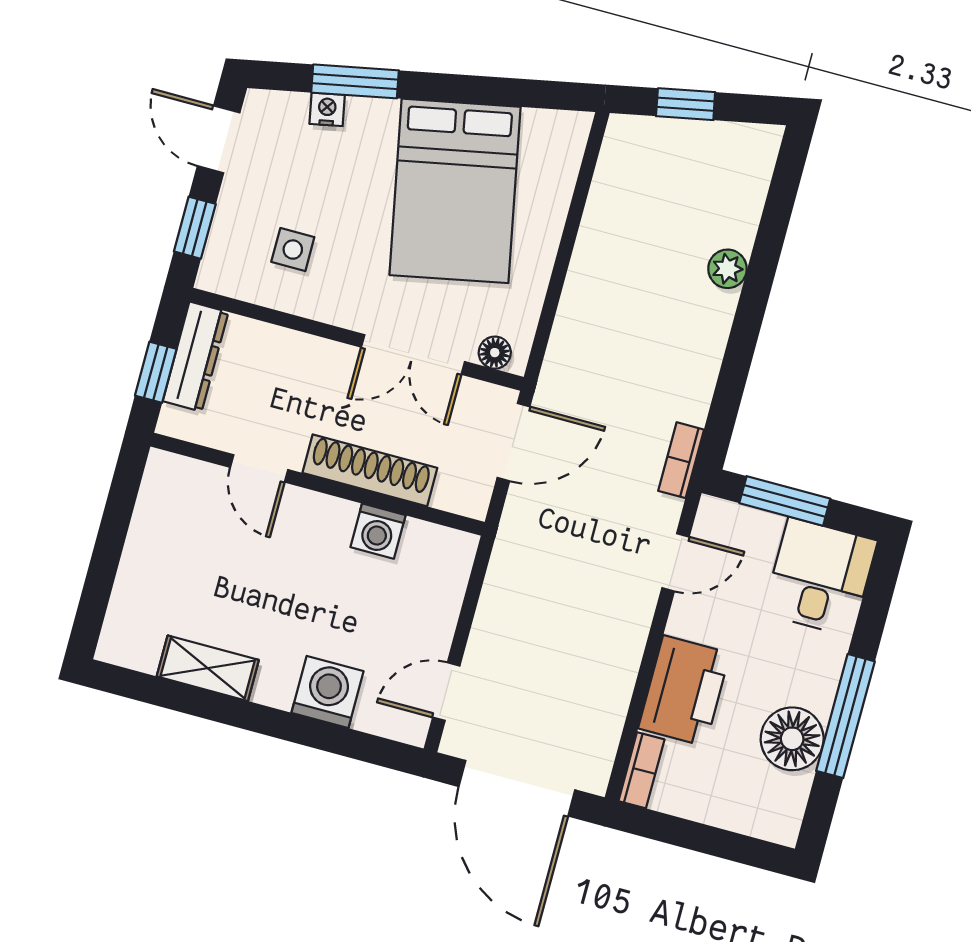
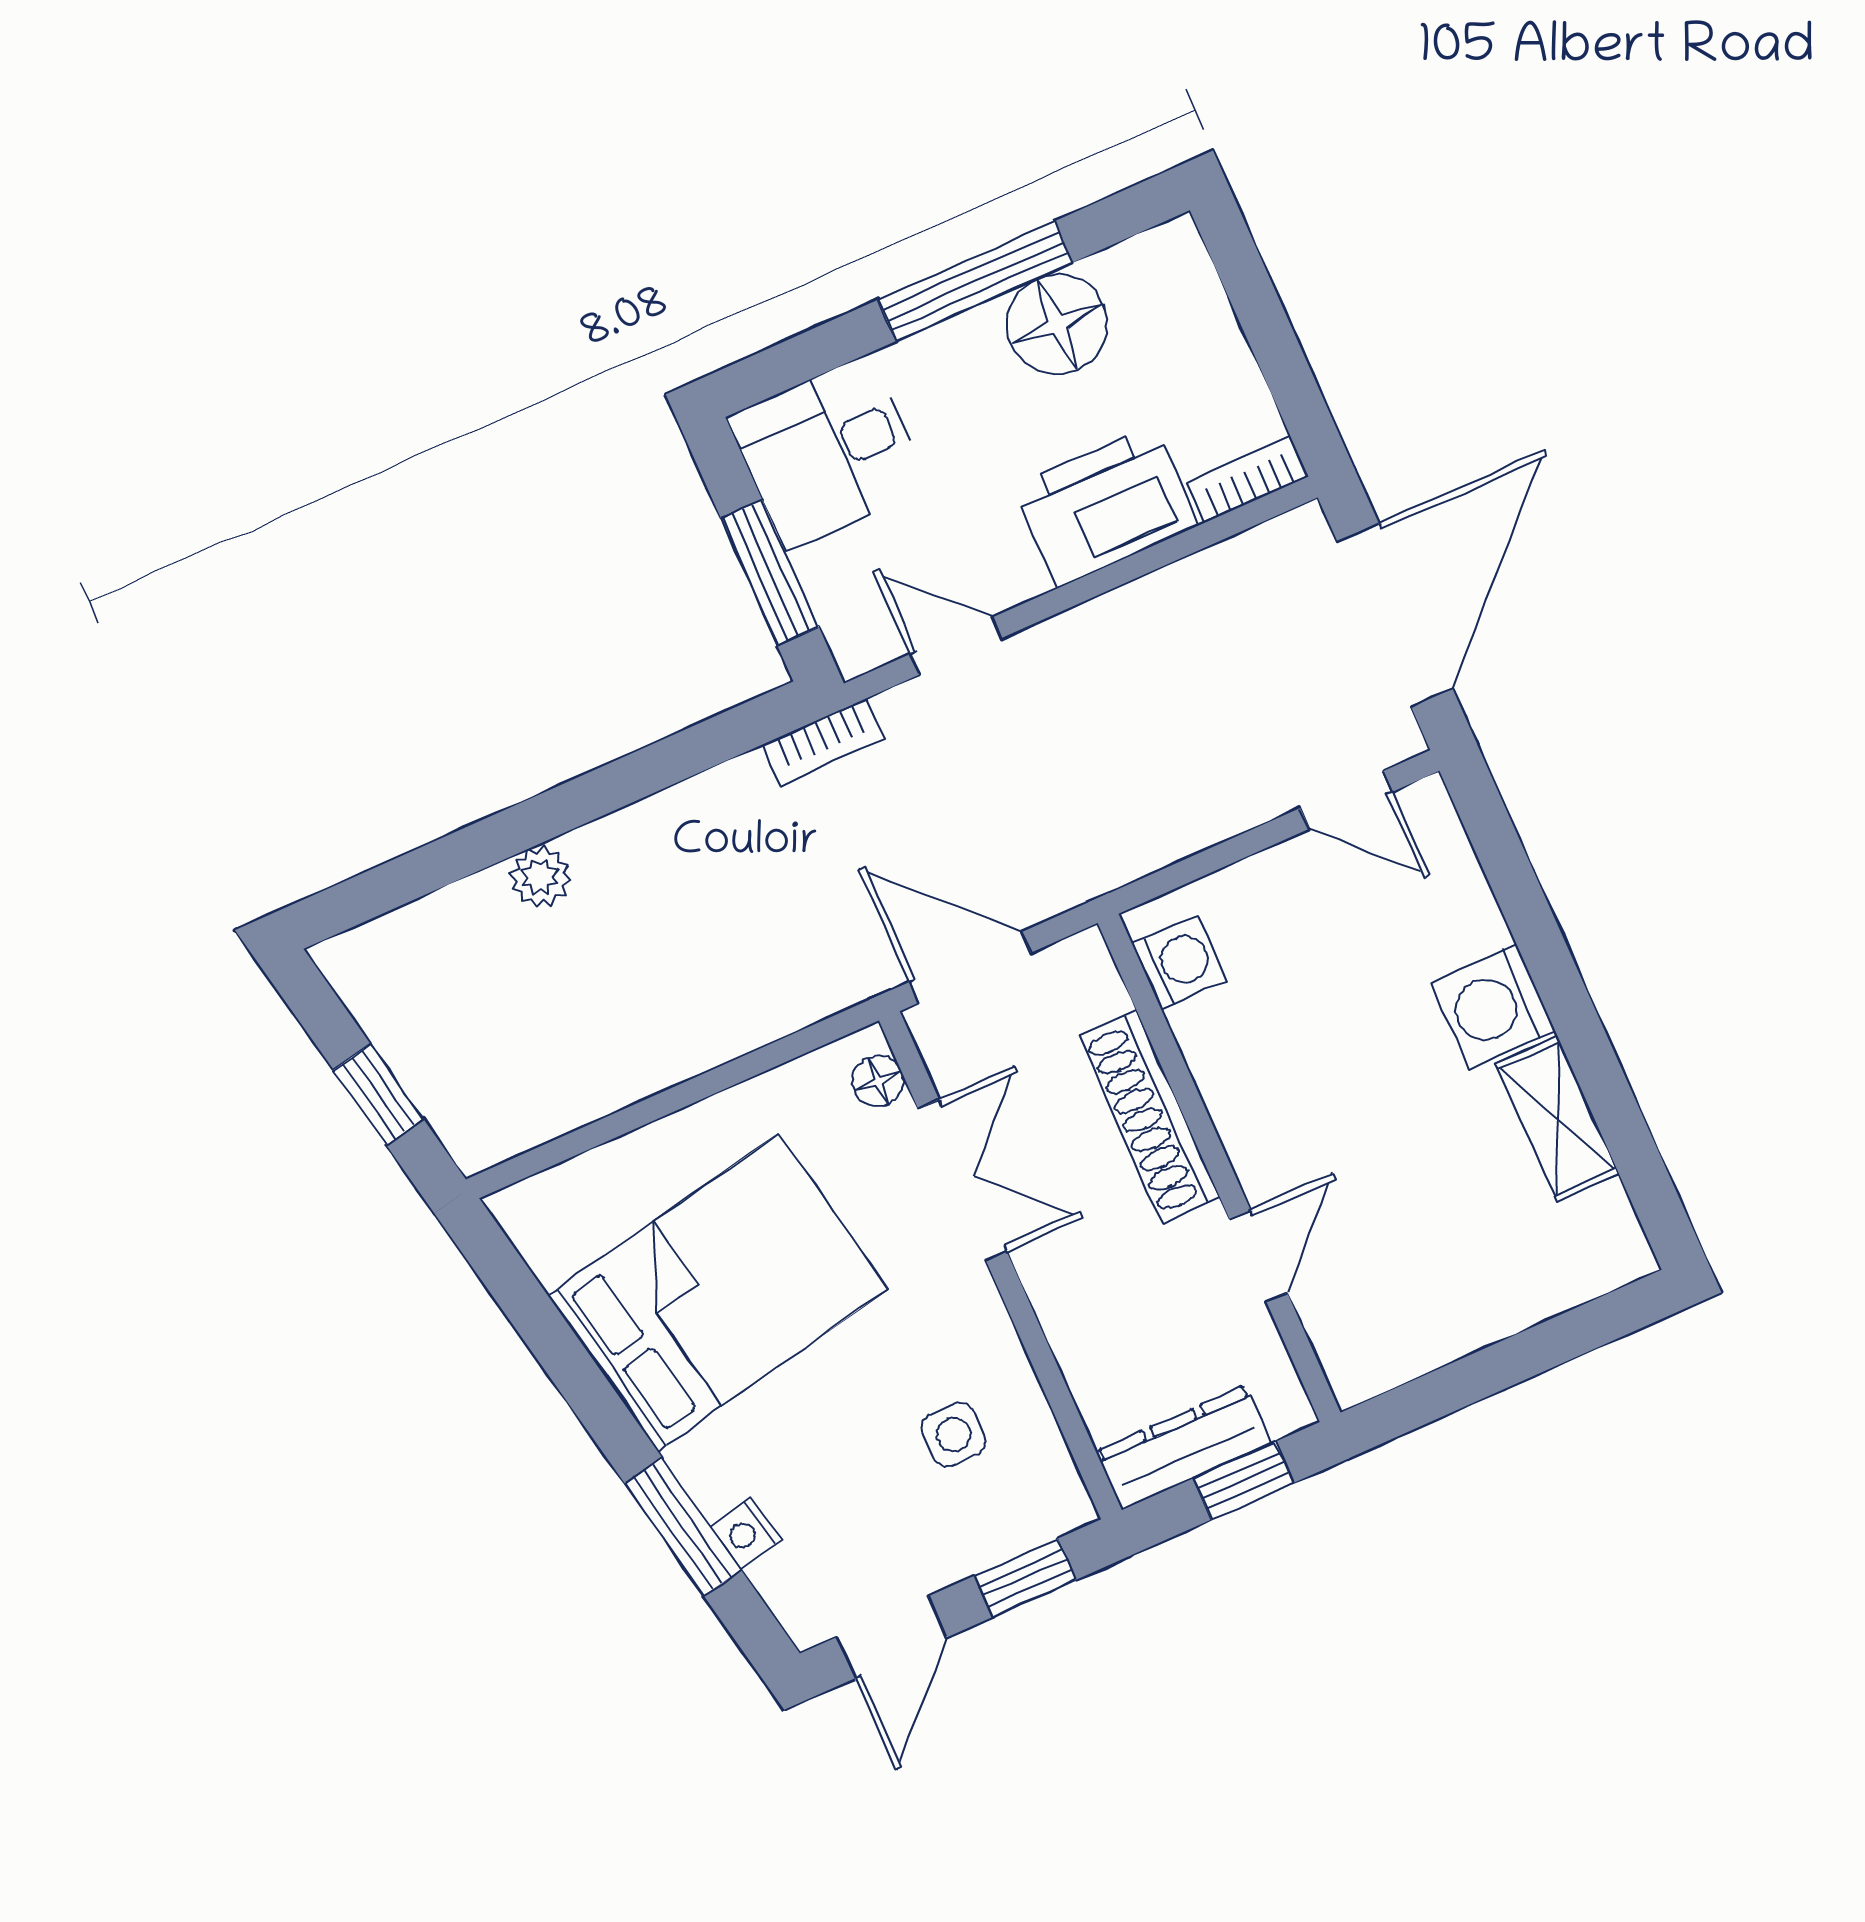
washing machine: (378, 531) -> (1179, 962), moved
washing machine: (327, 692) -> (1493, 1007), moved

